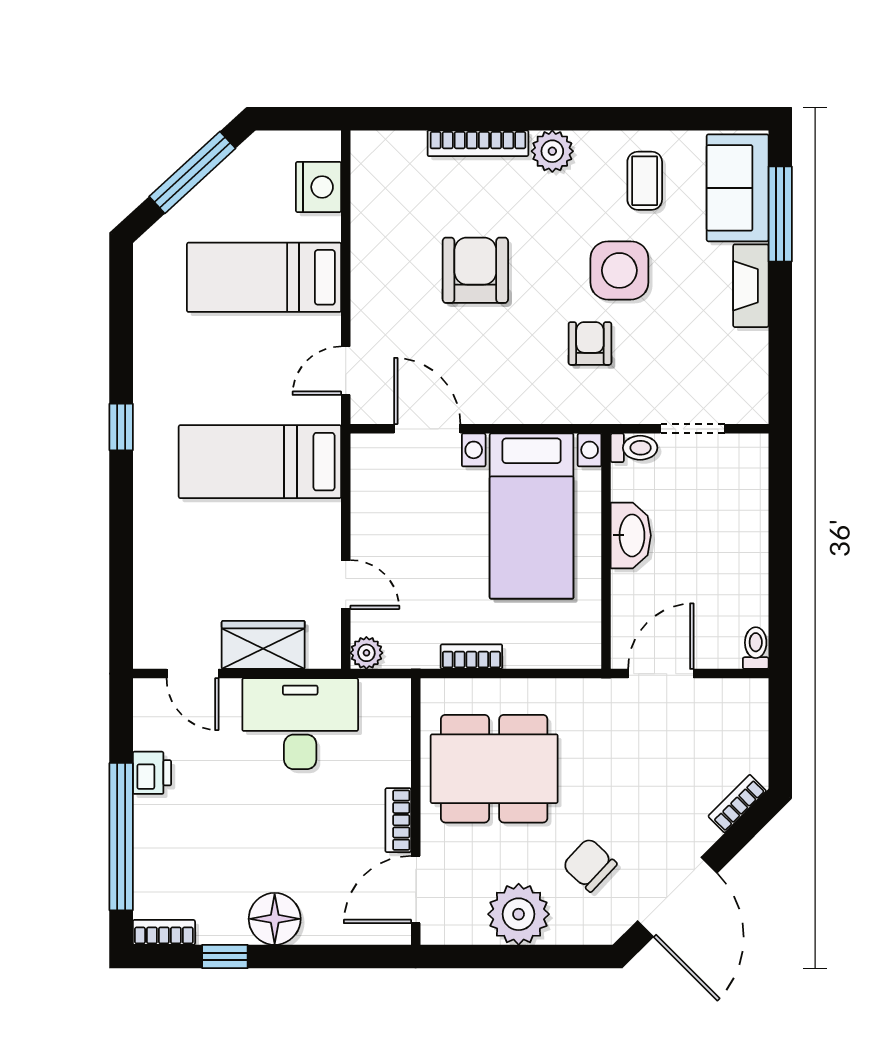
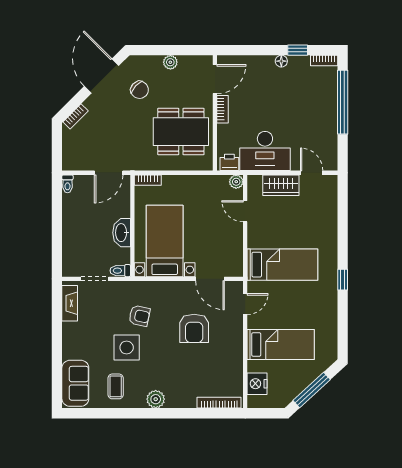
bookcase: (478, 143) -> (219, 403), moved
window: (780, 214) -> (57, 372), removed
armchair: (475, 270) -> (194, 328), moved
fireplace: (751, 286) -> (70, 303), moved
armchair: (590, 343) -> (139, 316), turned -78
bookcase: (471, 657) -> (148, 180), moved
printer: (152, 773) -> (229, 162), moved, turned 90
plant: (519, 914) -> (170, 62), width x0.53, depth x0.53
floor lamp: (275, 919) -> (281, 61), width x0.53, depth x0.53

